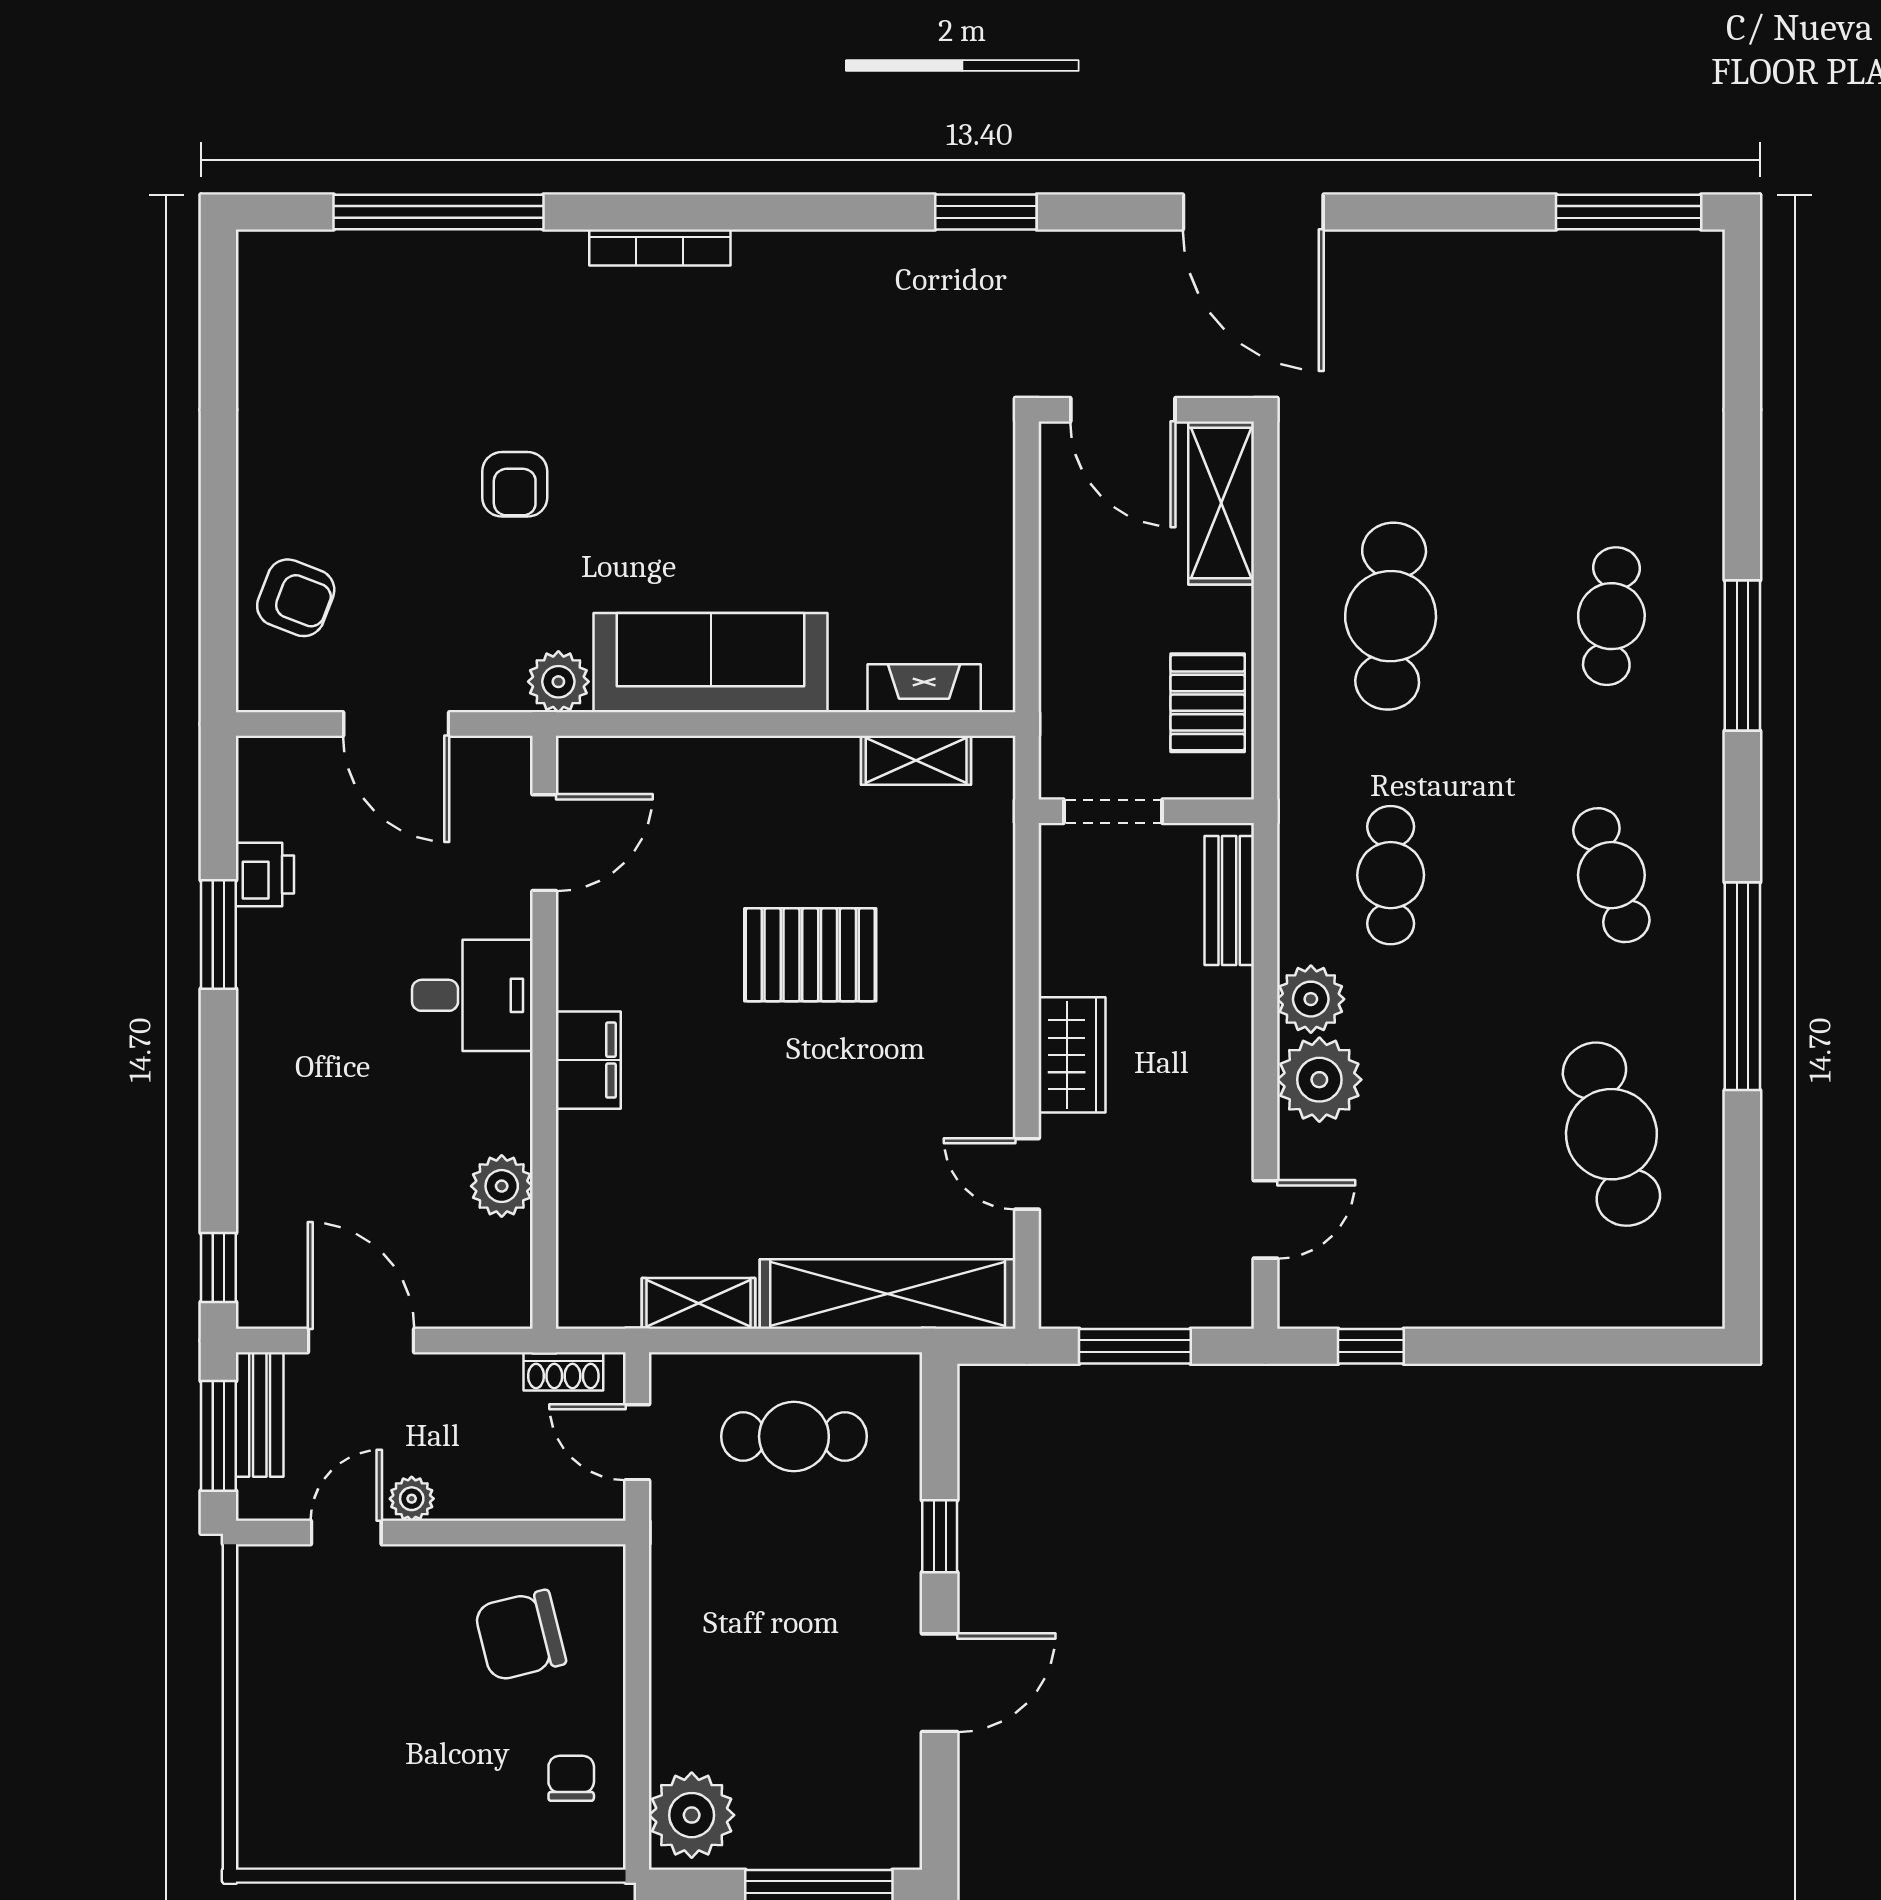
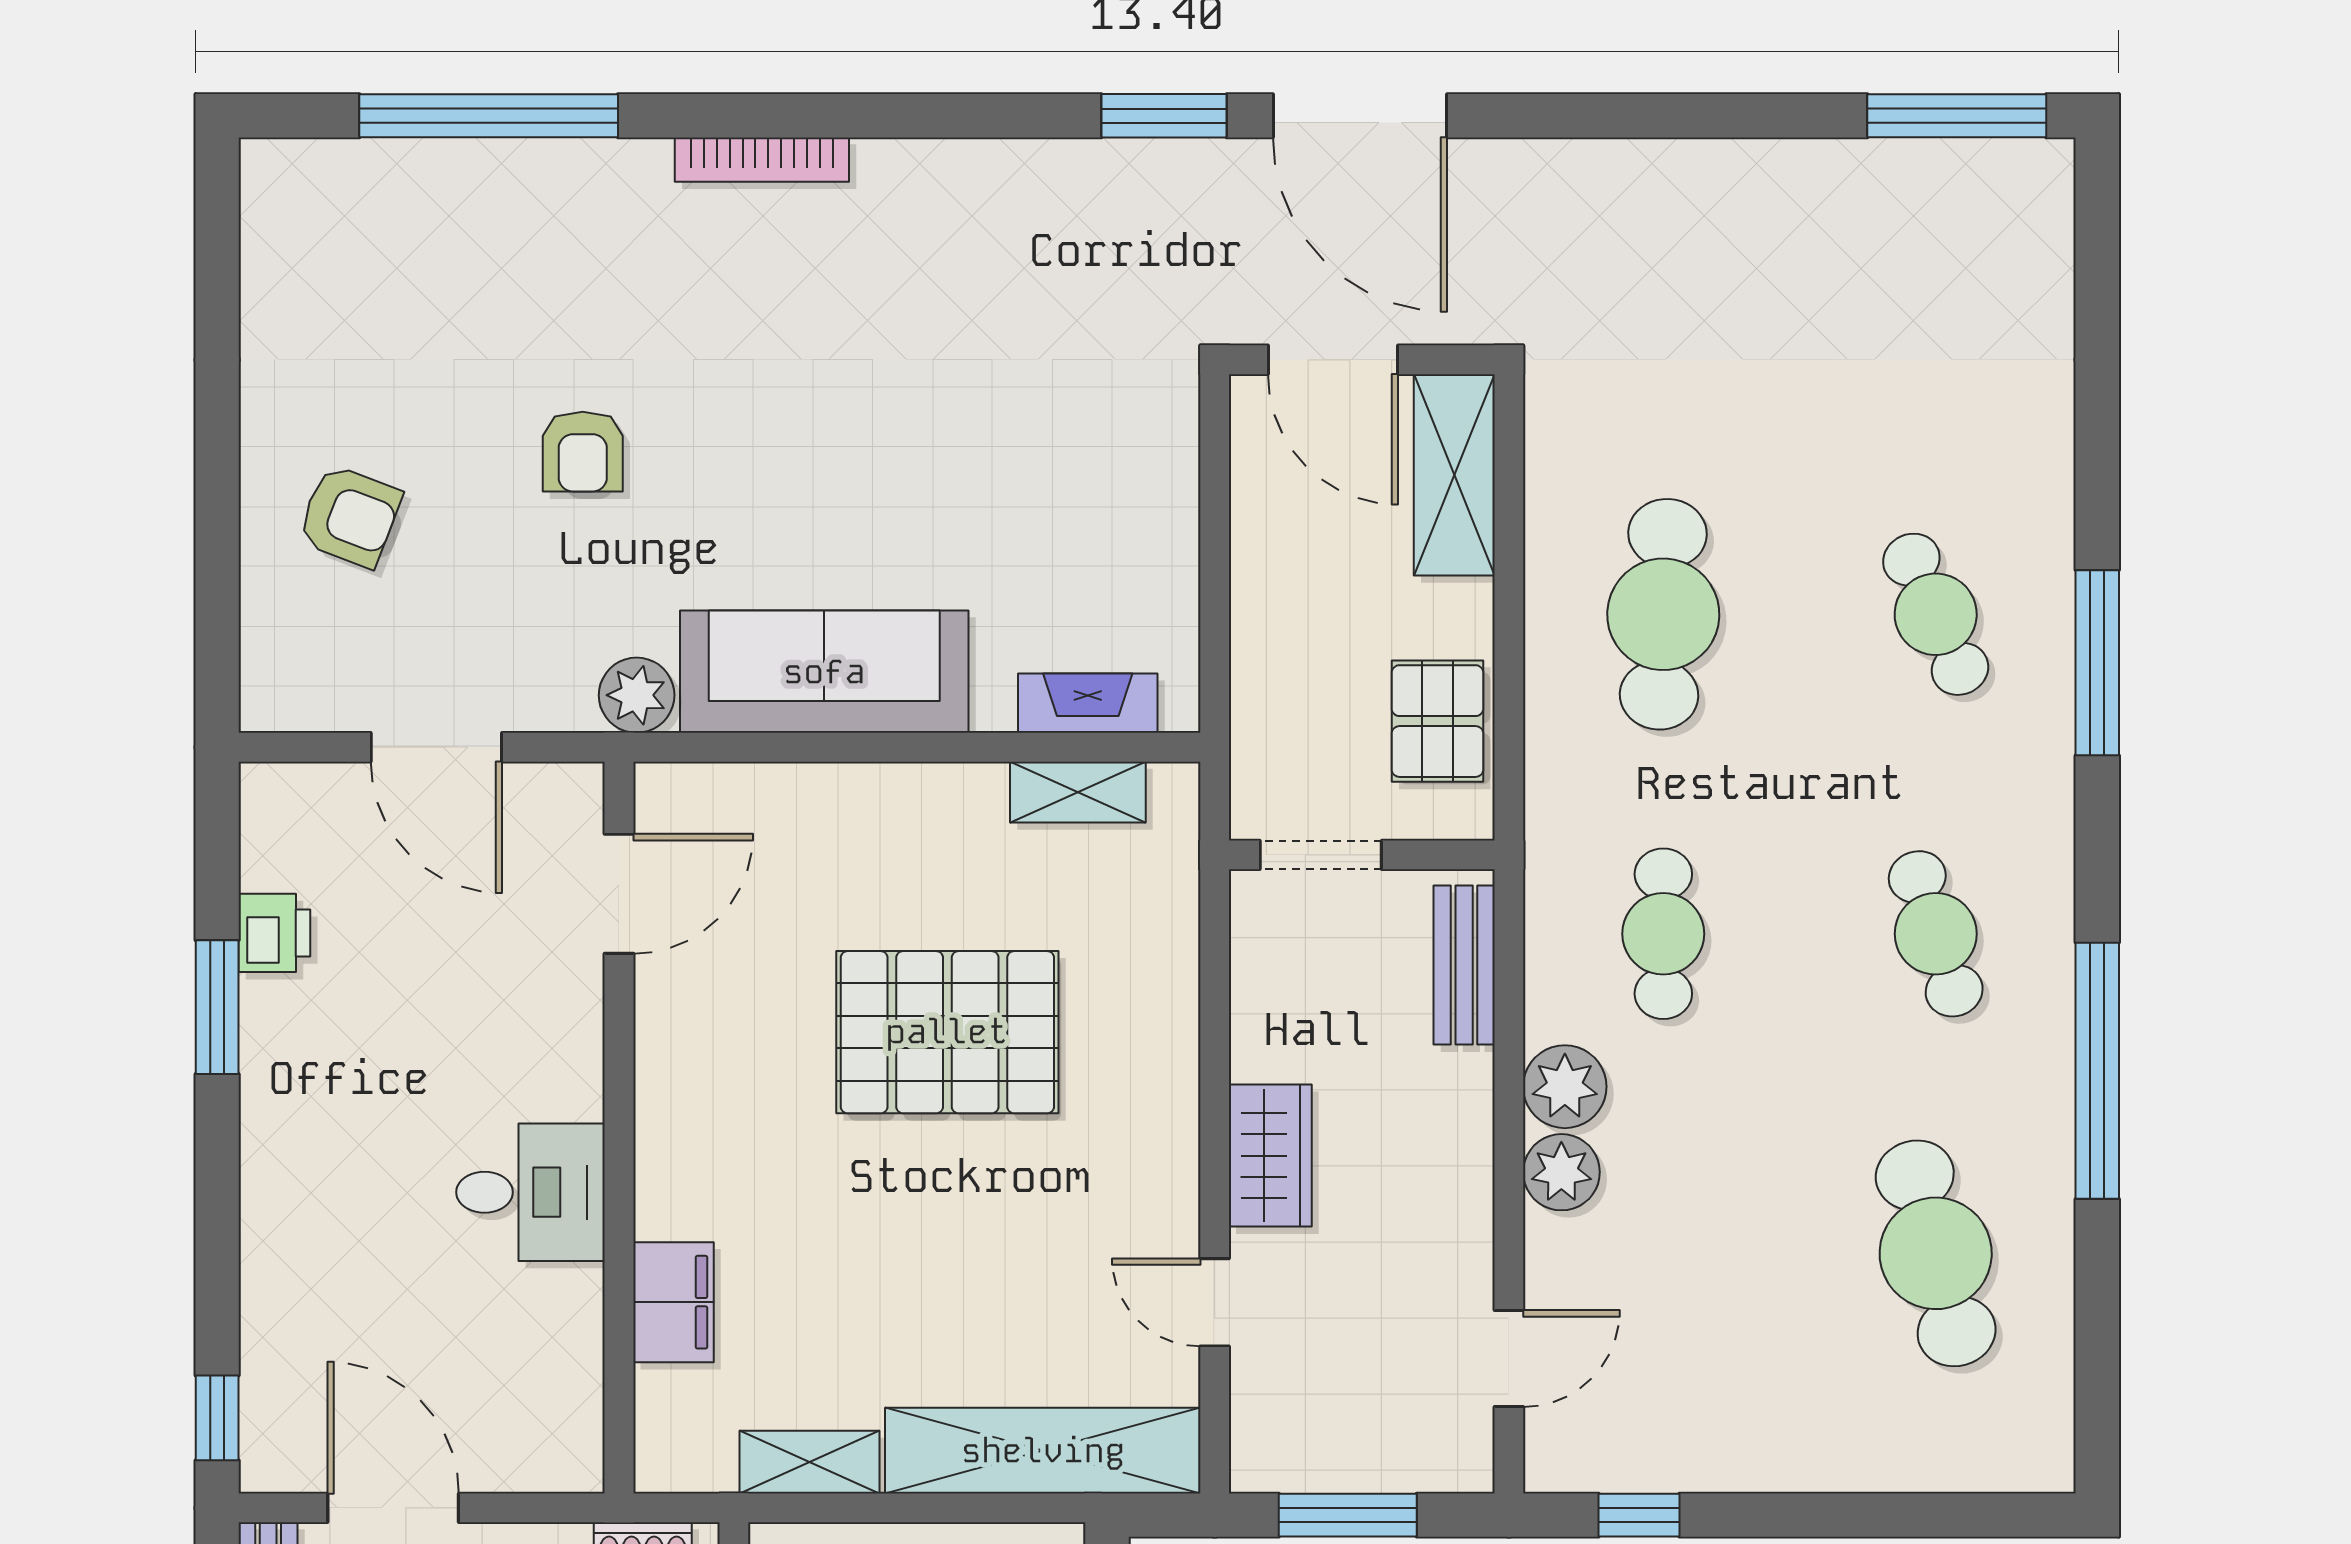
door: (1253, 212) -> (1360, 116), moved
armchair: (296, 598) -> (350, 516), moved
cafe table: (1611, 616) -> (1936, 614), turned -30
pallet: (810, 955) -> (947, 1032), width x1.37, depth x1.41
desk: (472, 995) -> (530, 1192), moved
filing cabinet: (588, 1060) -> (673, 1302), moved
plant: (1319, 1080) -> (1561, 1172), width x0.73, depth x0.73
plant: (502, 1186) -> (567, 1317), removed

